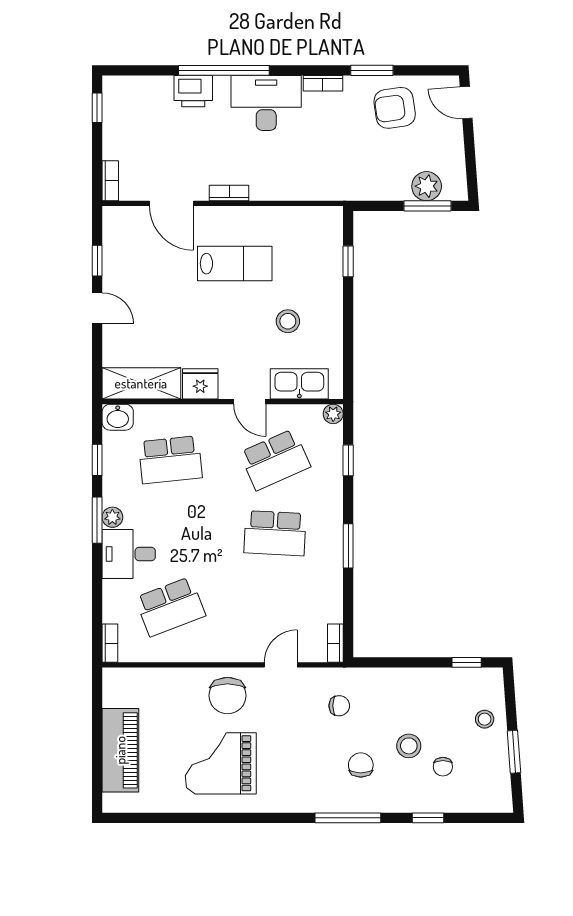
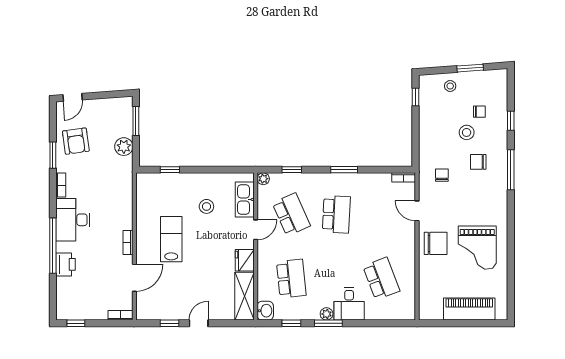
plant: (427, 186) -> (124, 147), moved
bookcase: (110, 643) -> (404, 315), removed

